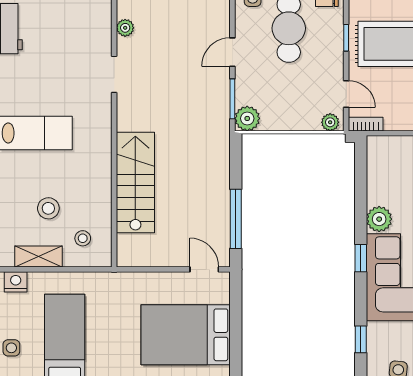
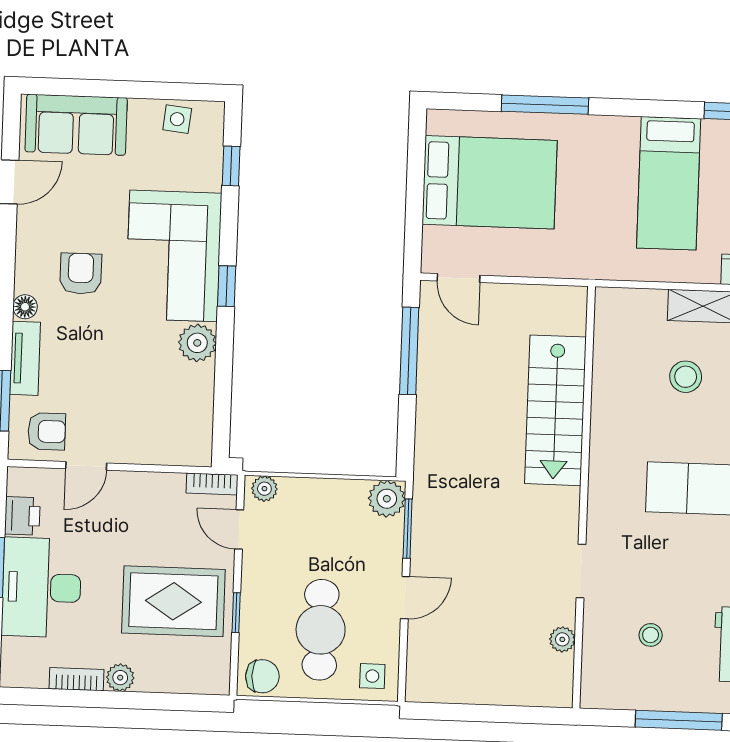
stool: (83, 238) -> (651, 635), moved

